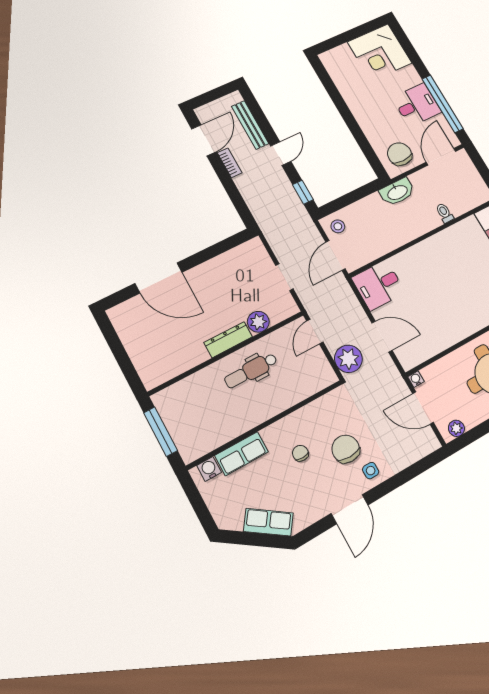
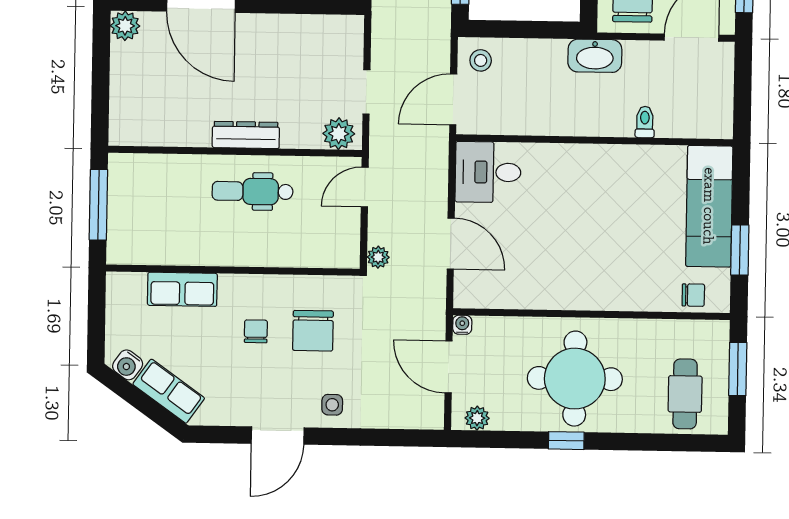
plant: (119, 315) -> (125, 26), added
plant: (258, 322) -> (339, 134), moved
plant: (348, 359) -> (378, 257), width x0.53, depth x0.53
chair: (346, 449) -> (313, 331), moved, turned 180
water cooler: (209, 469) -> (128, 365), moved, turned -145

